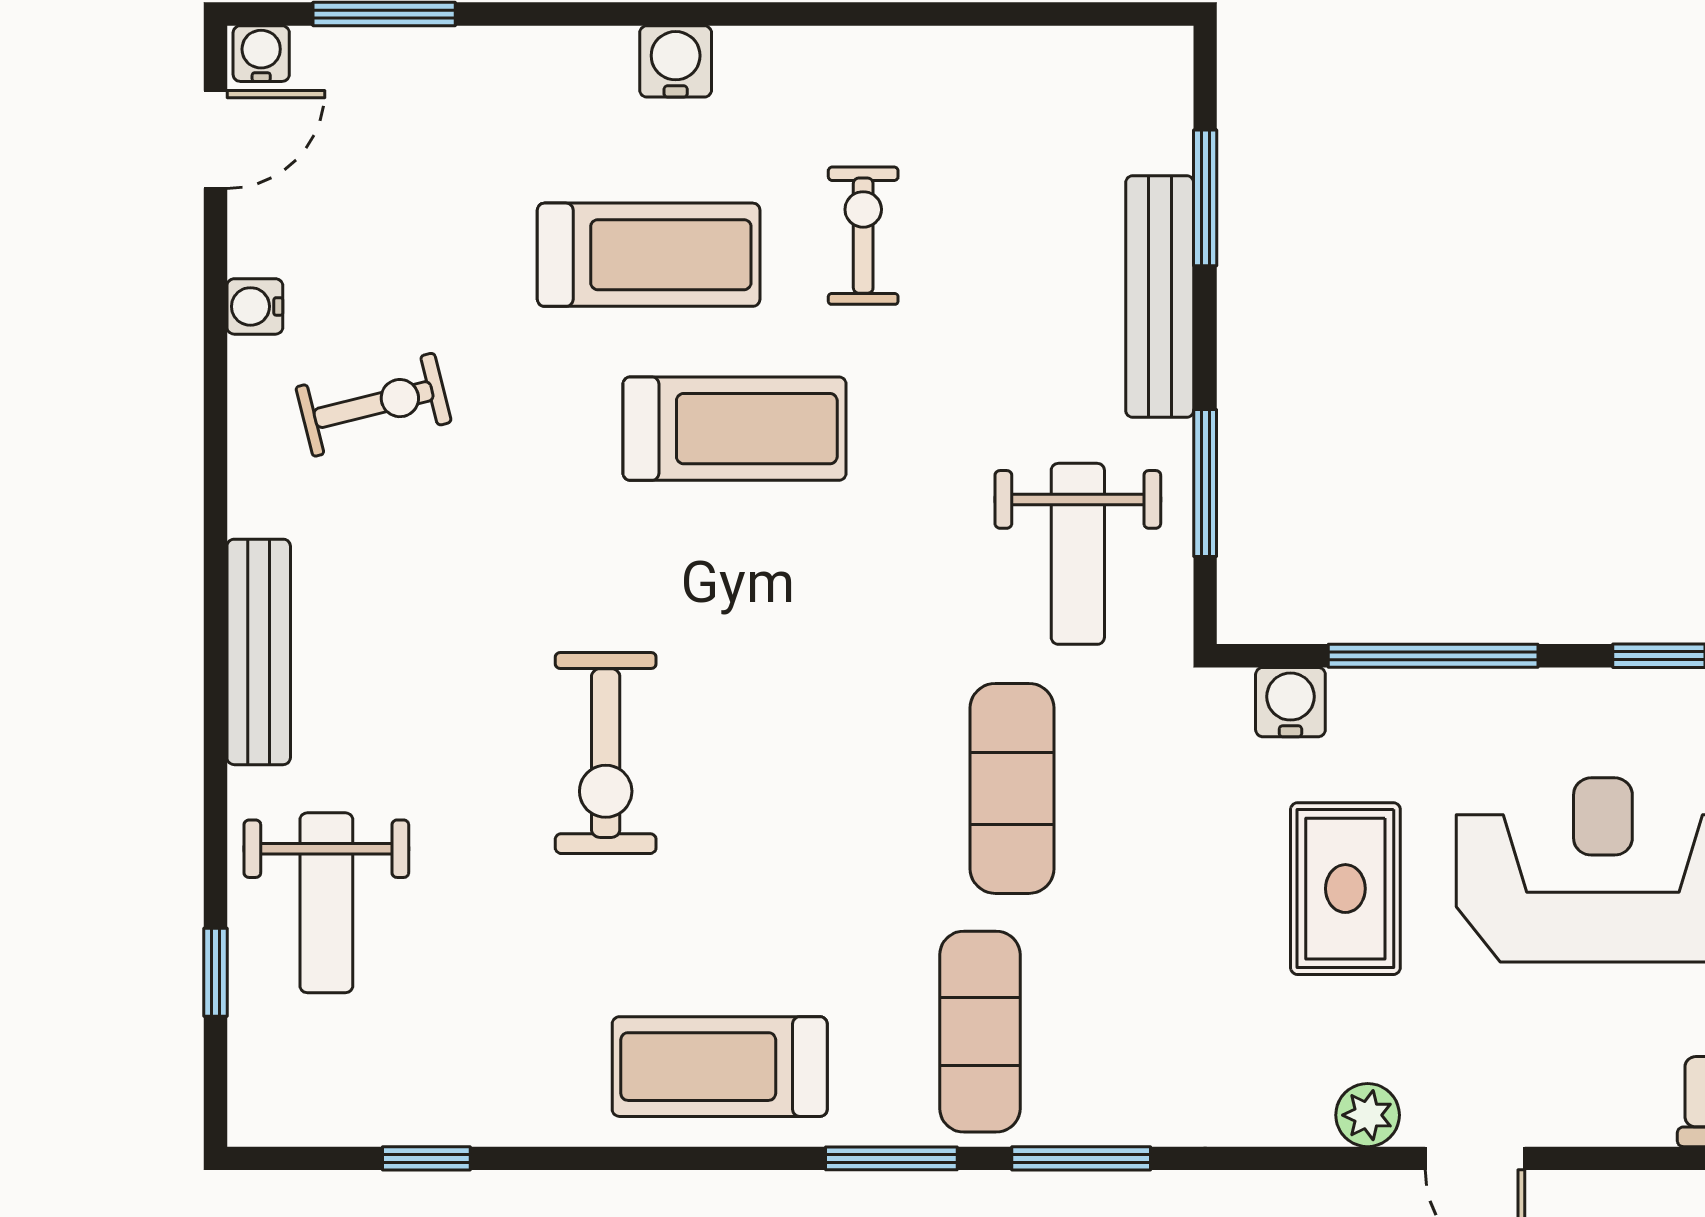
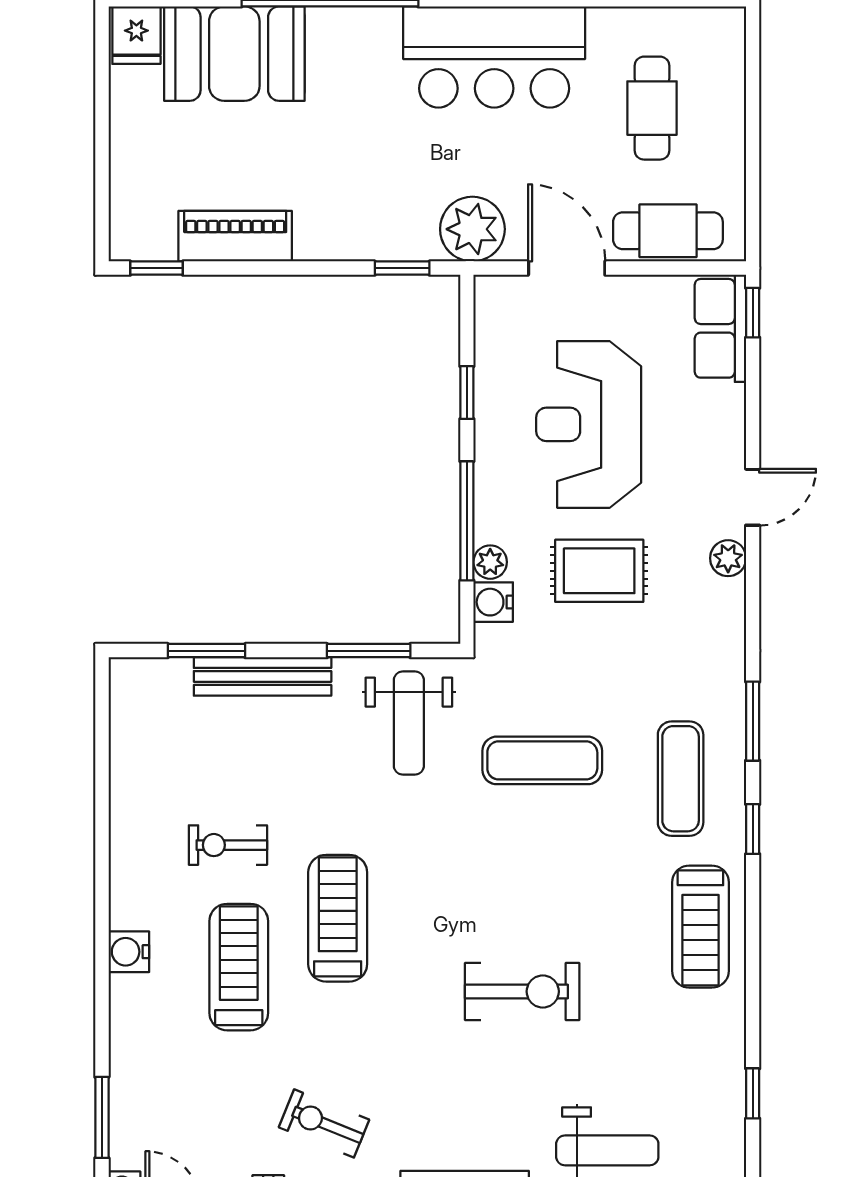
exercise bike: (374, 405) -> (324, 1123), turned -54
weight bench: (1078, 554) -> (409, 723), turned 90
plant: (1361, 697) -> (490, 562), added
exercise mat: (980, 1032) -> (681, 779), turned 90
window: (891, 1158) -> (753, 829), width x0.67

